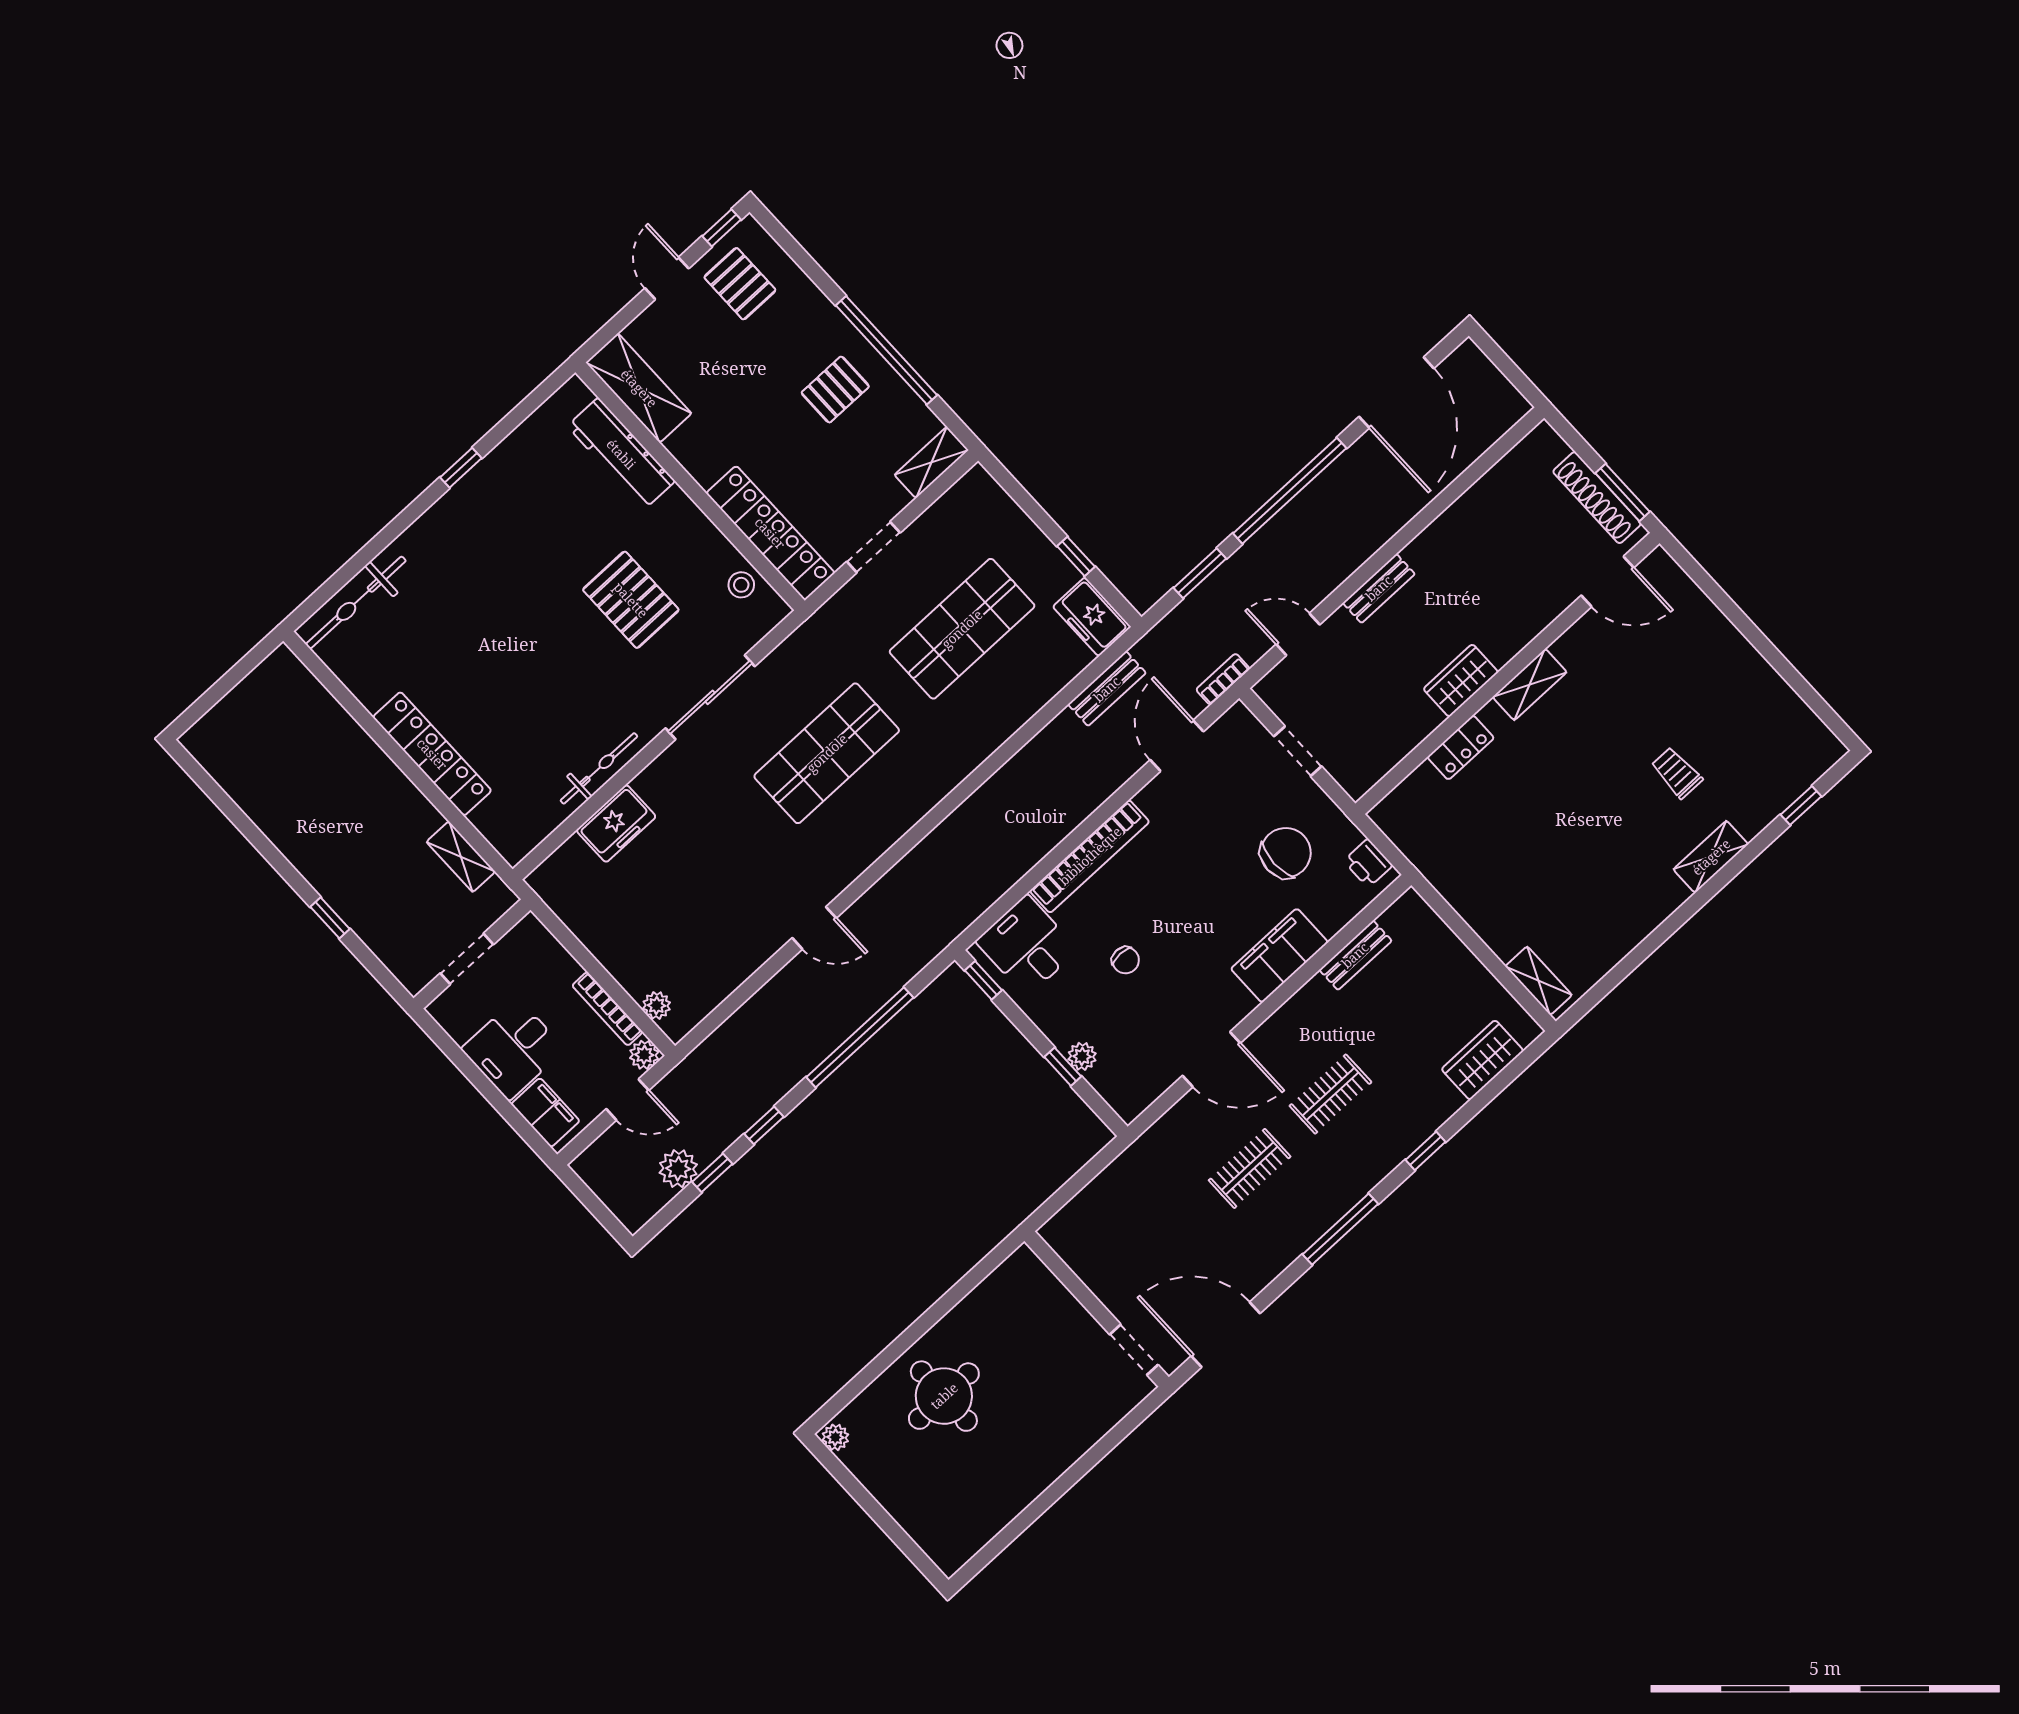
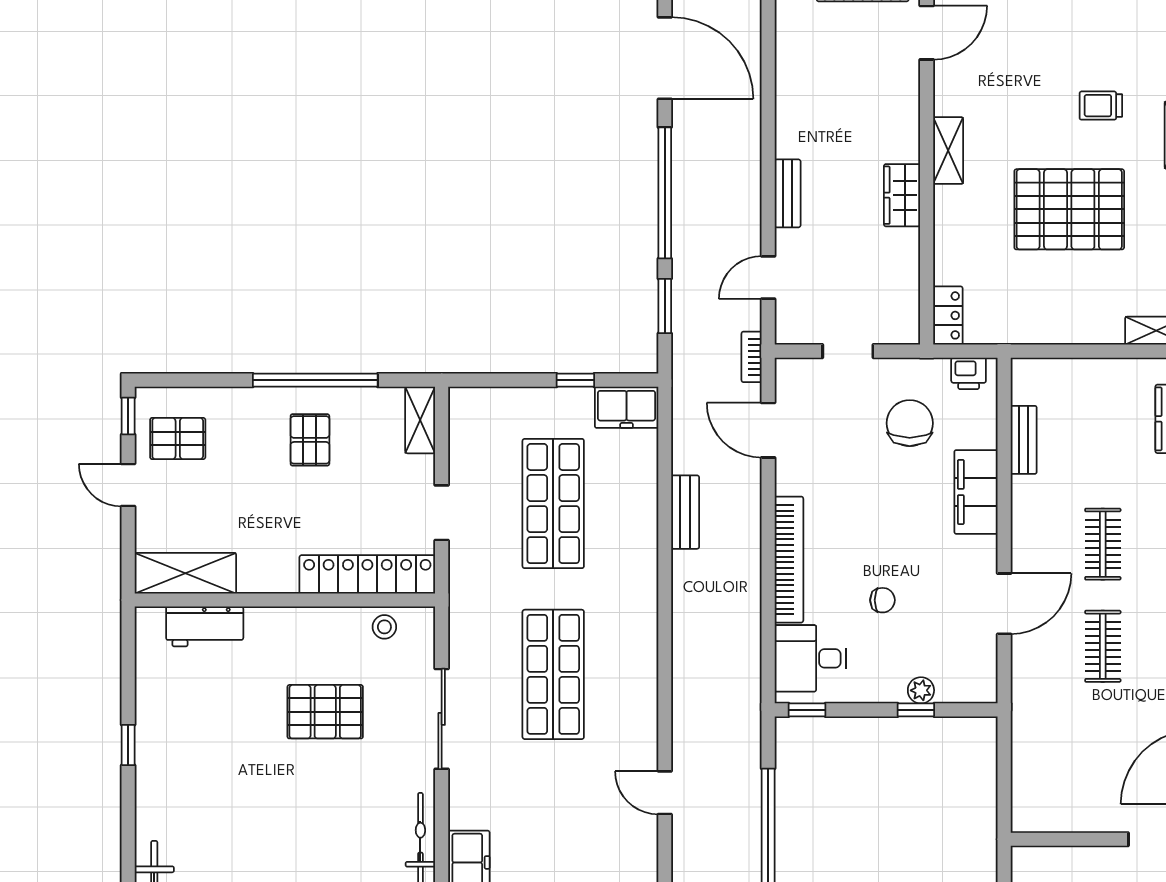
workbench: (621, 454) -> (205, 626), width x0.73
bench: (1107, 689) -> (685, 512), moved
locker: (1461, 748) -> (948, 315), moved
pallet: (1571, 823) -> (1069, 209), added
door: (814, 928) -> (665, 793), swing flipped

